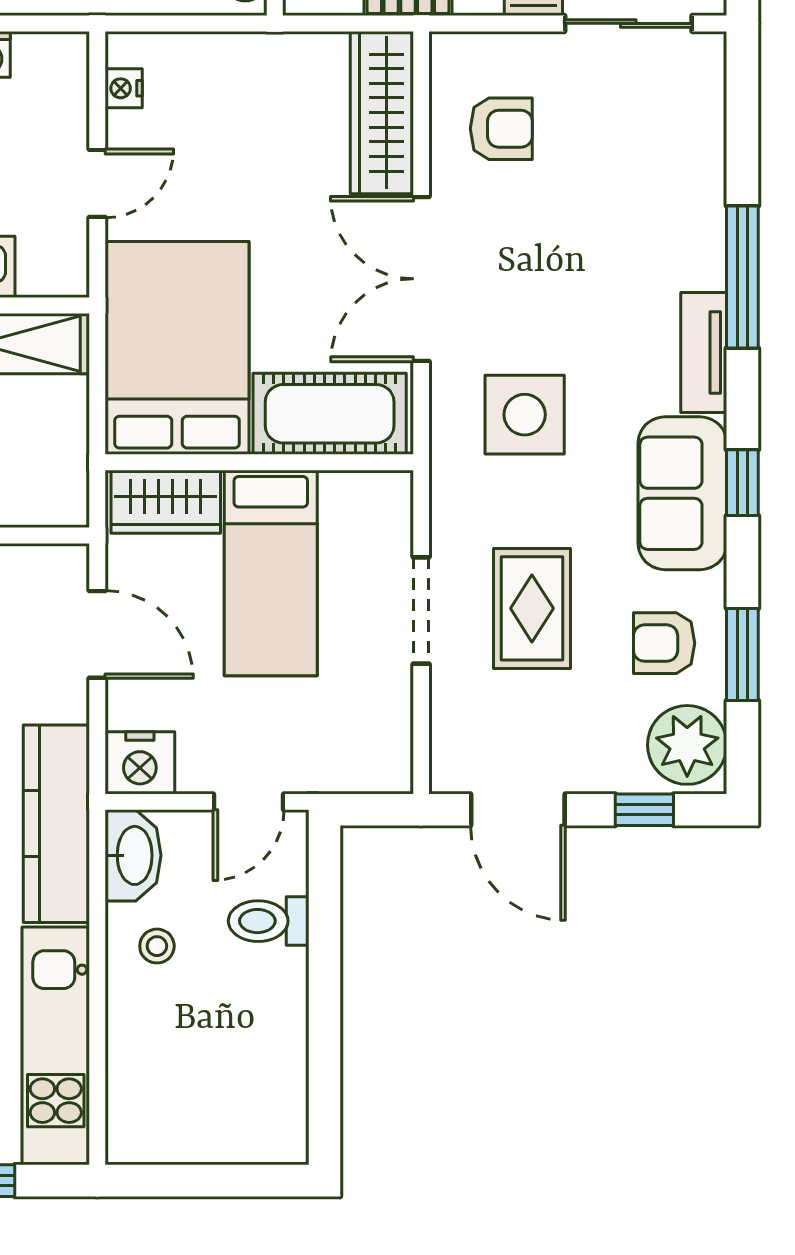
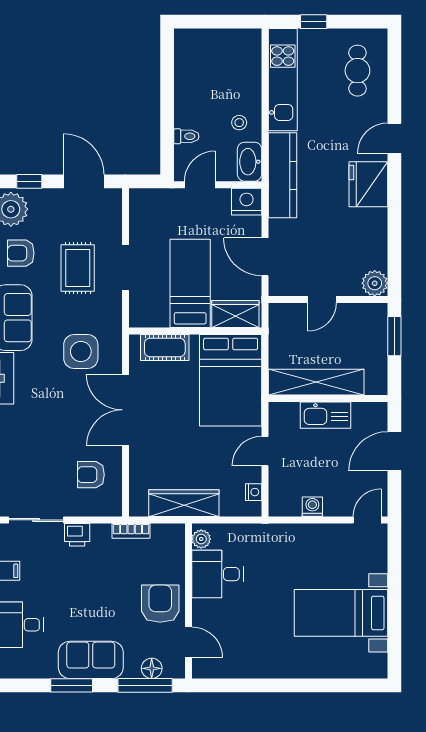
wardrobe: (382, 113) -> (184, 503), moved, turned -90
double door: (421, 279) -> (125, 410), swing flipped
cot: (330, 414) -> (165, 347), width x0.73, depth x0.75
armchair: (664, 643) -> (21, 253), turned 180
toilet: (269, 921) -> (186, 136), width x0.73, depth x0.72

